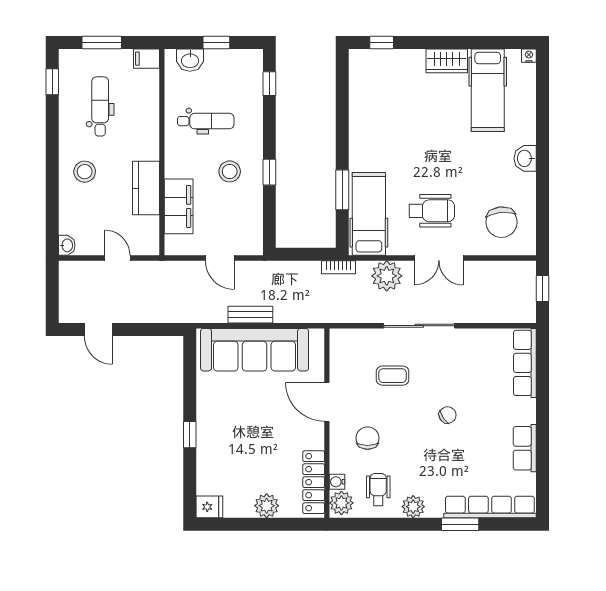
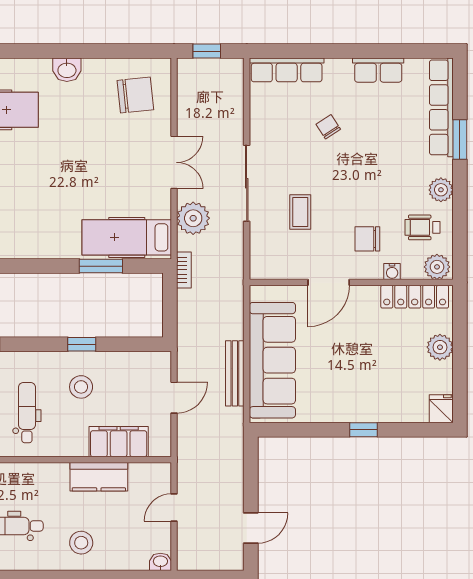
wheelchair: (432, 211) -> (123, 170), removed
bench: (250, 315) -> (235, 373), width x1.36
chair: (448, 415) -> (328, 127), moved
water cooler: (337, 482) -> (392, 272), moved

